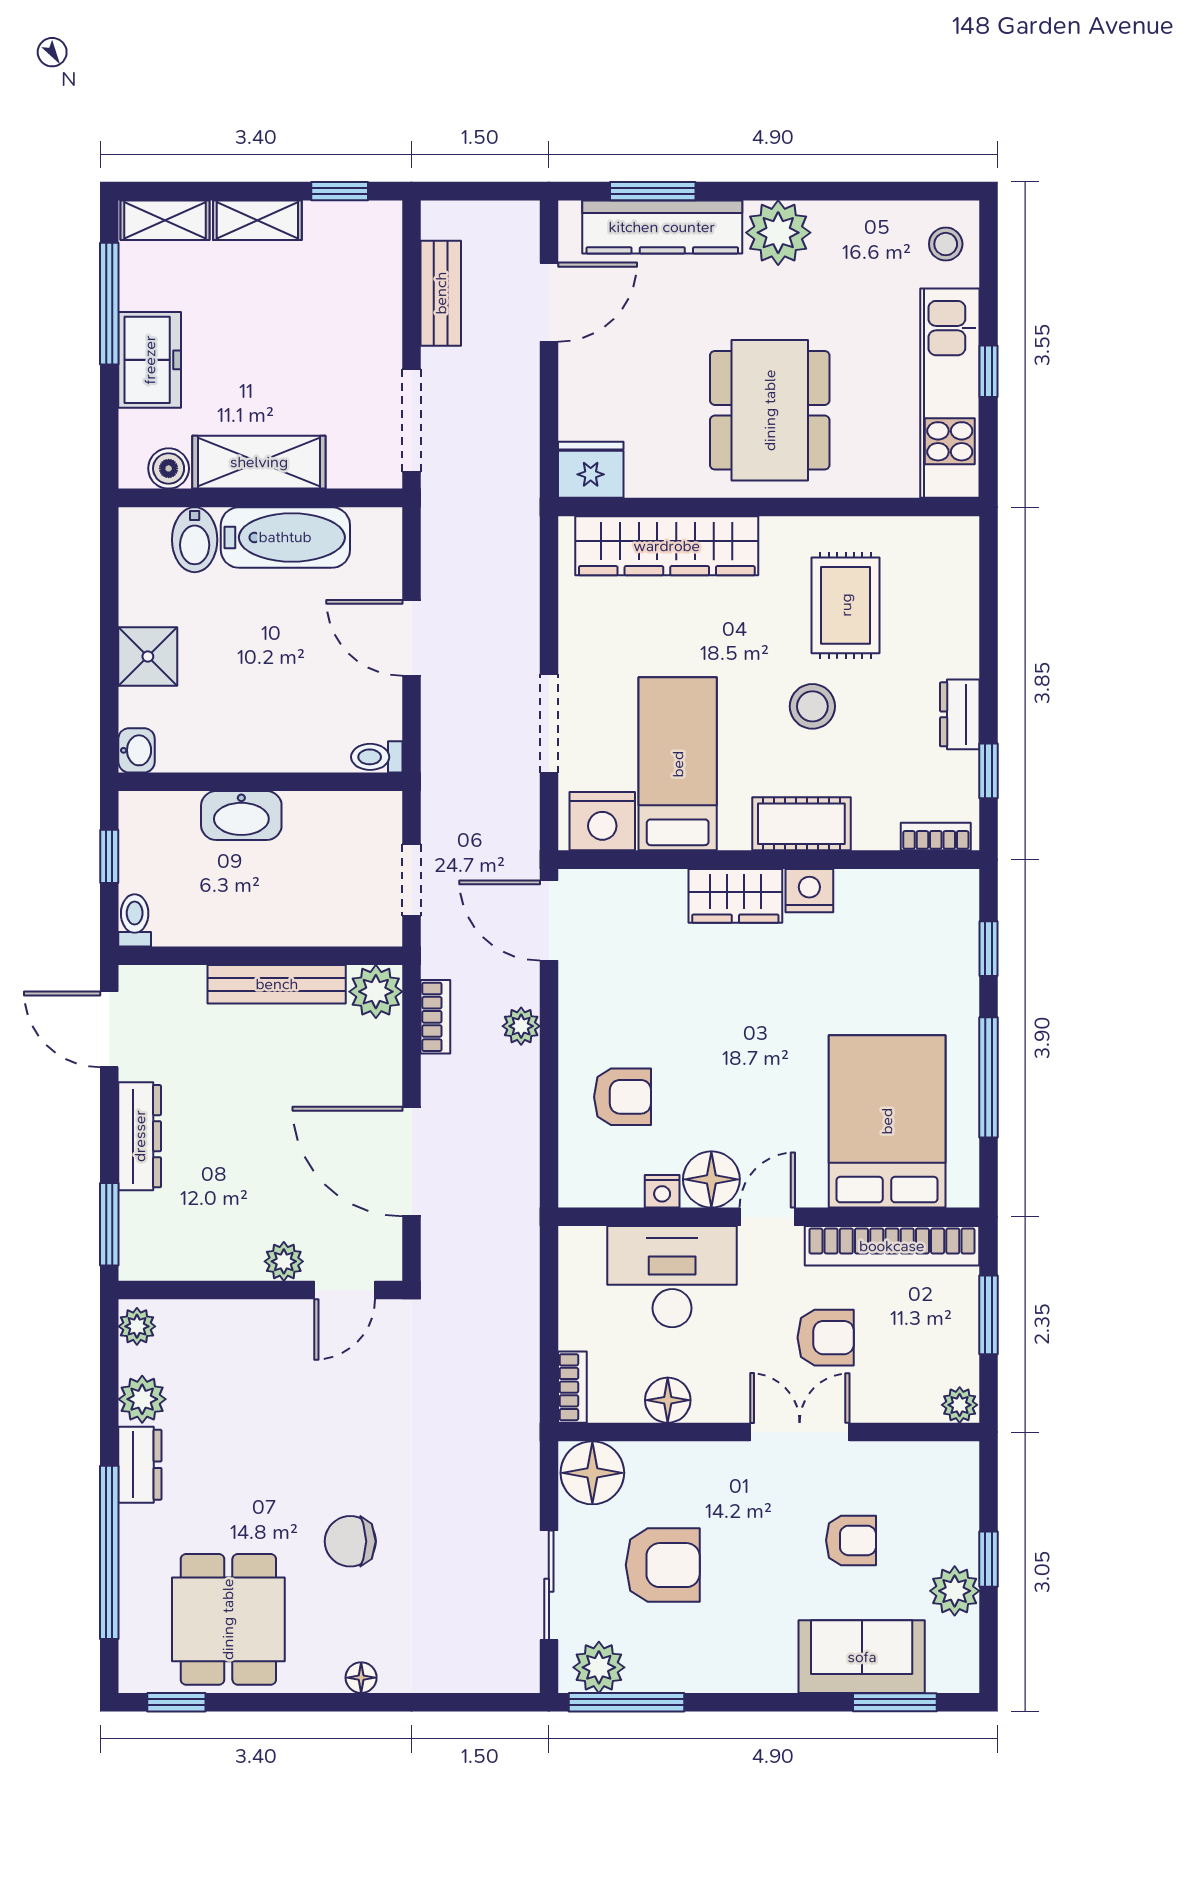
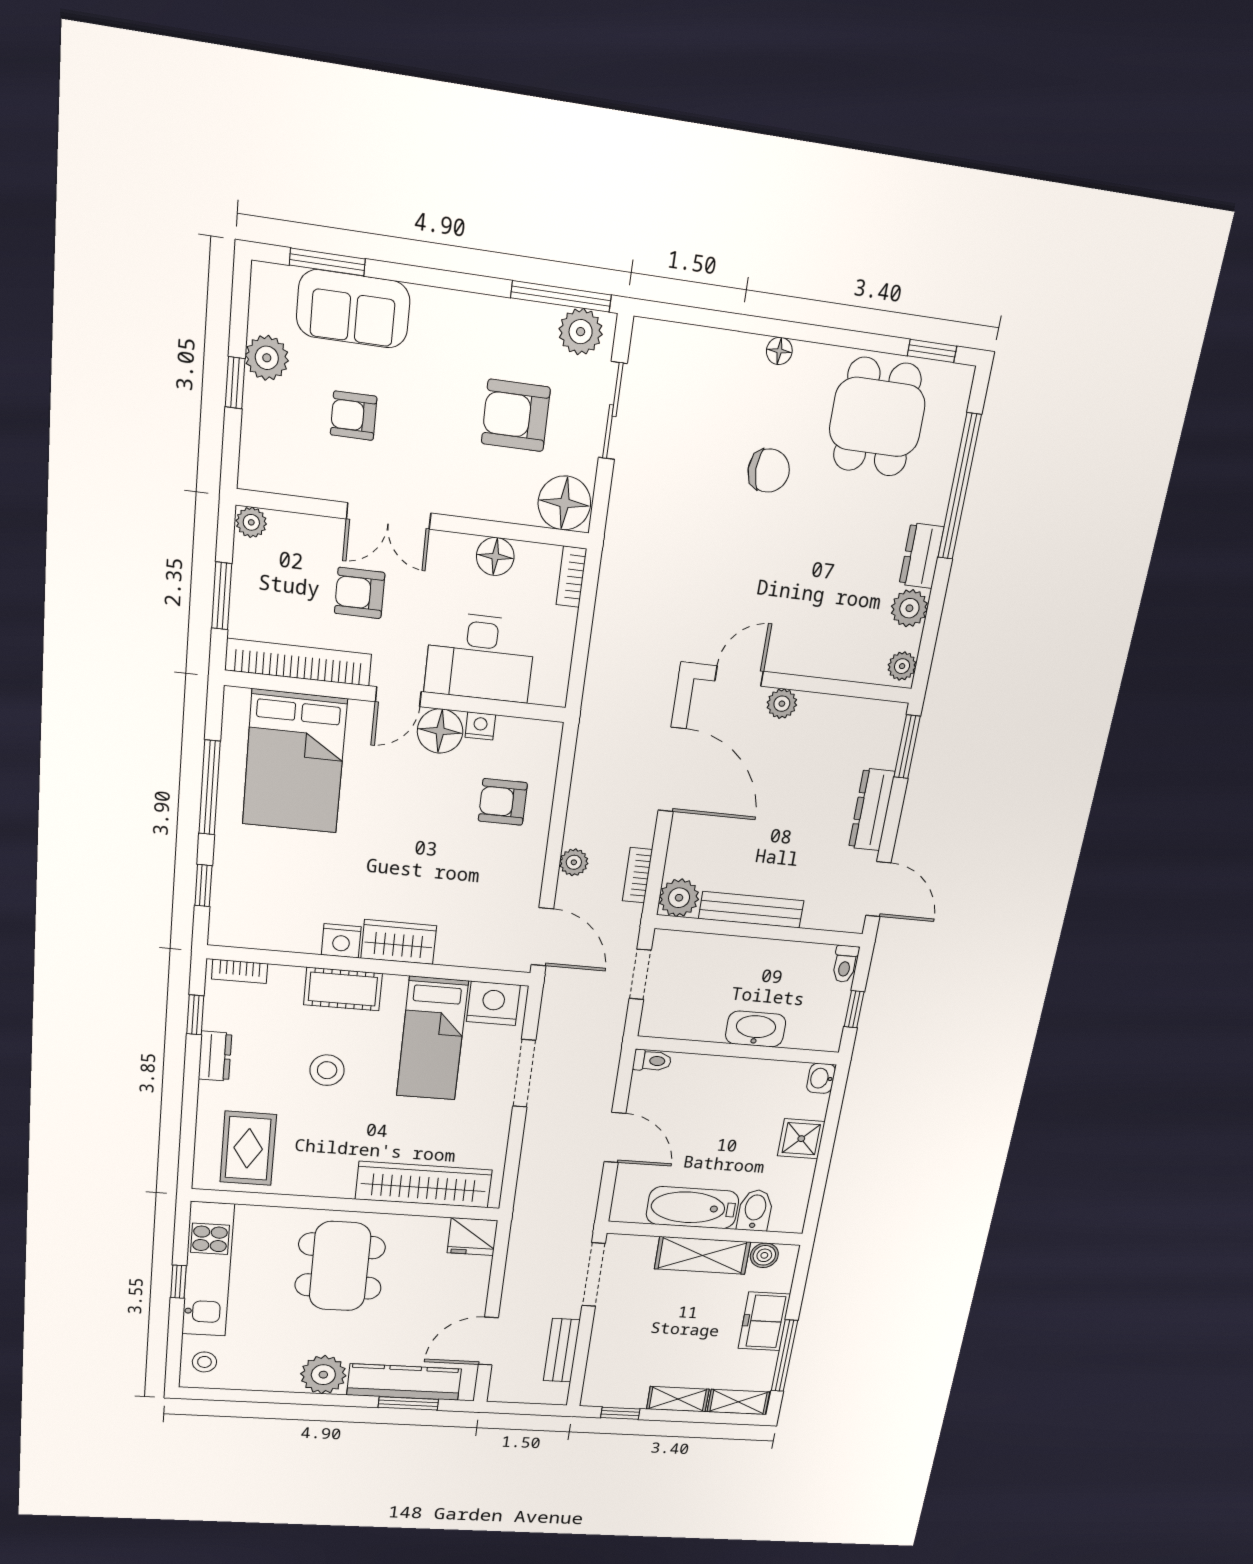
rug: (846, 605) -> (248, 1148), moved

